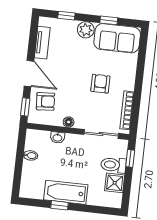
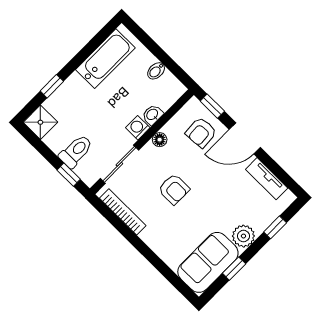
armchair: (100, 84) -> (174, 189), moved
washing machine: (72, 140) -> (138, 128), added
shower: (115, 183) -> (40, 122), moved
bathtub: (66, 192) -> (105, 59), moved
window: (59, 205) -> (52, 86), moved

